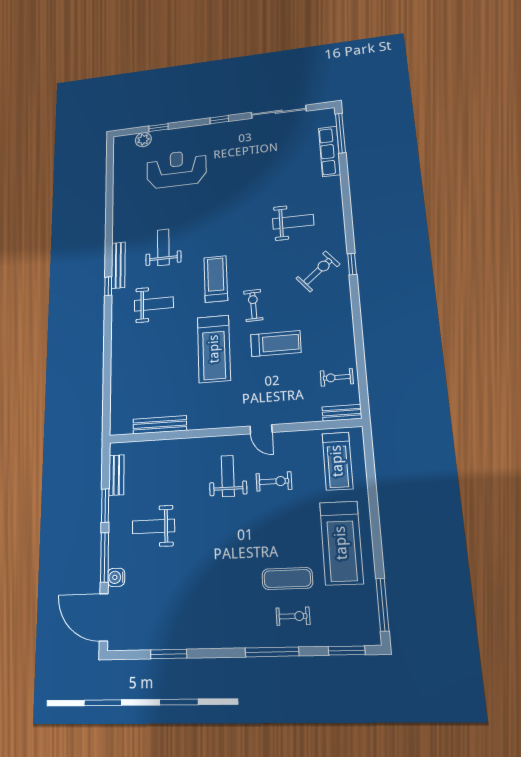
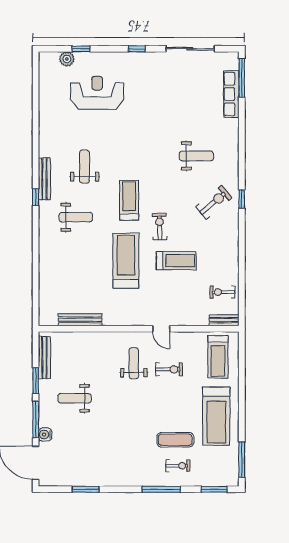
treadmill: (214, 349) -> (126, 261), turned 180
bench: (116, 475) -> (44, 358), width x1.36

